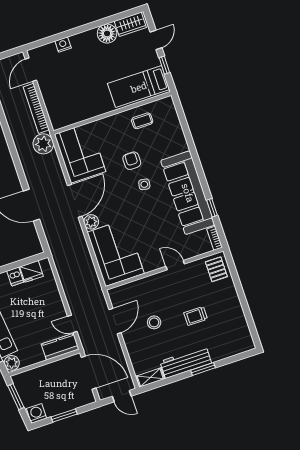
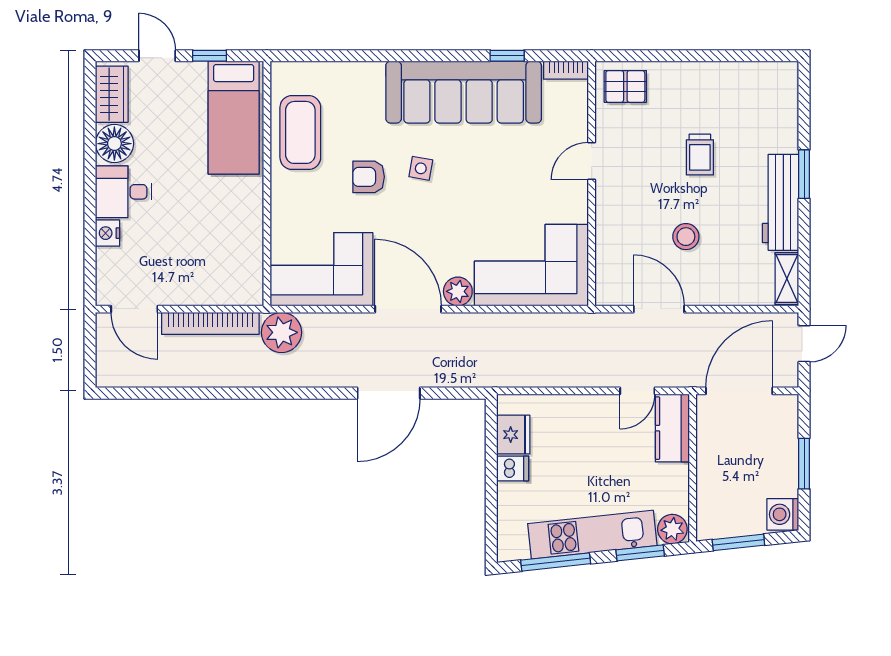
desk: (85, 46) -> (123, 192), added
coffee table: (142, 121) -> (300, 132), width x1.86, depth x1.72

